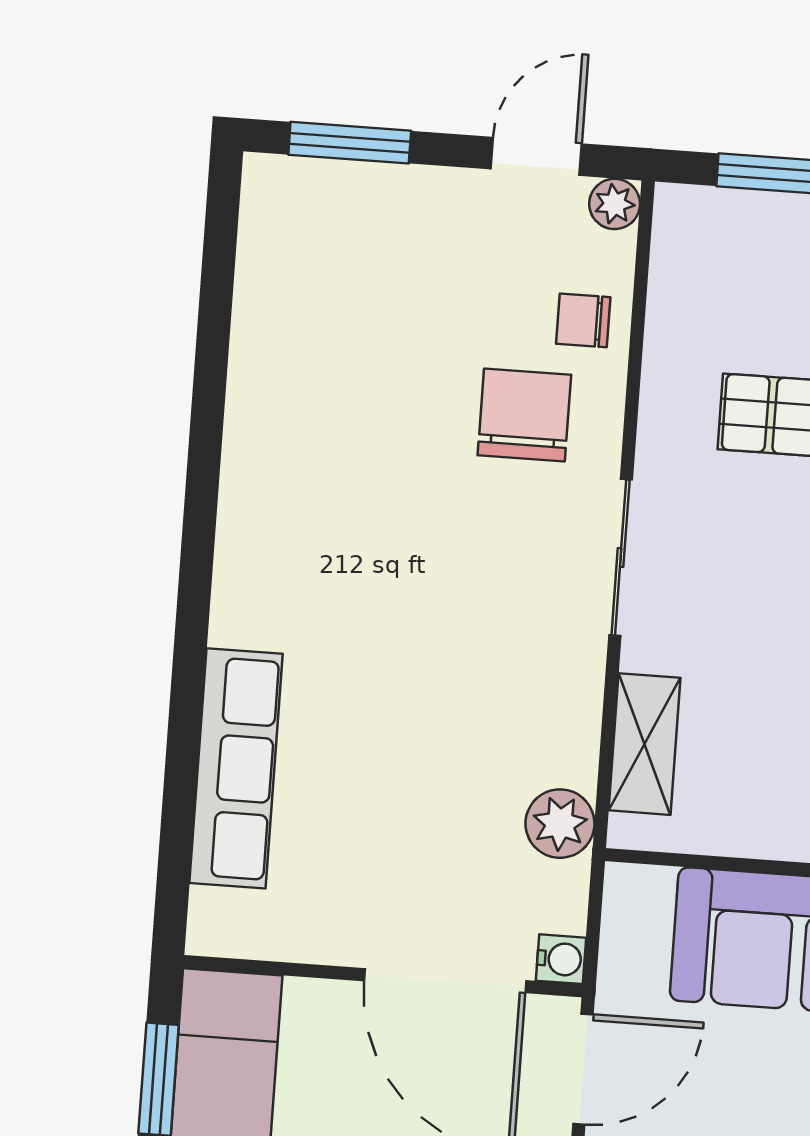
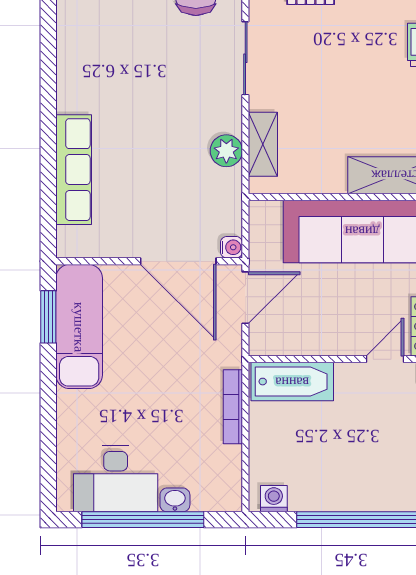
plant: (560, 824) -> (226, 151), moved

